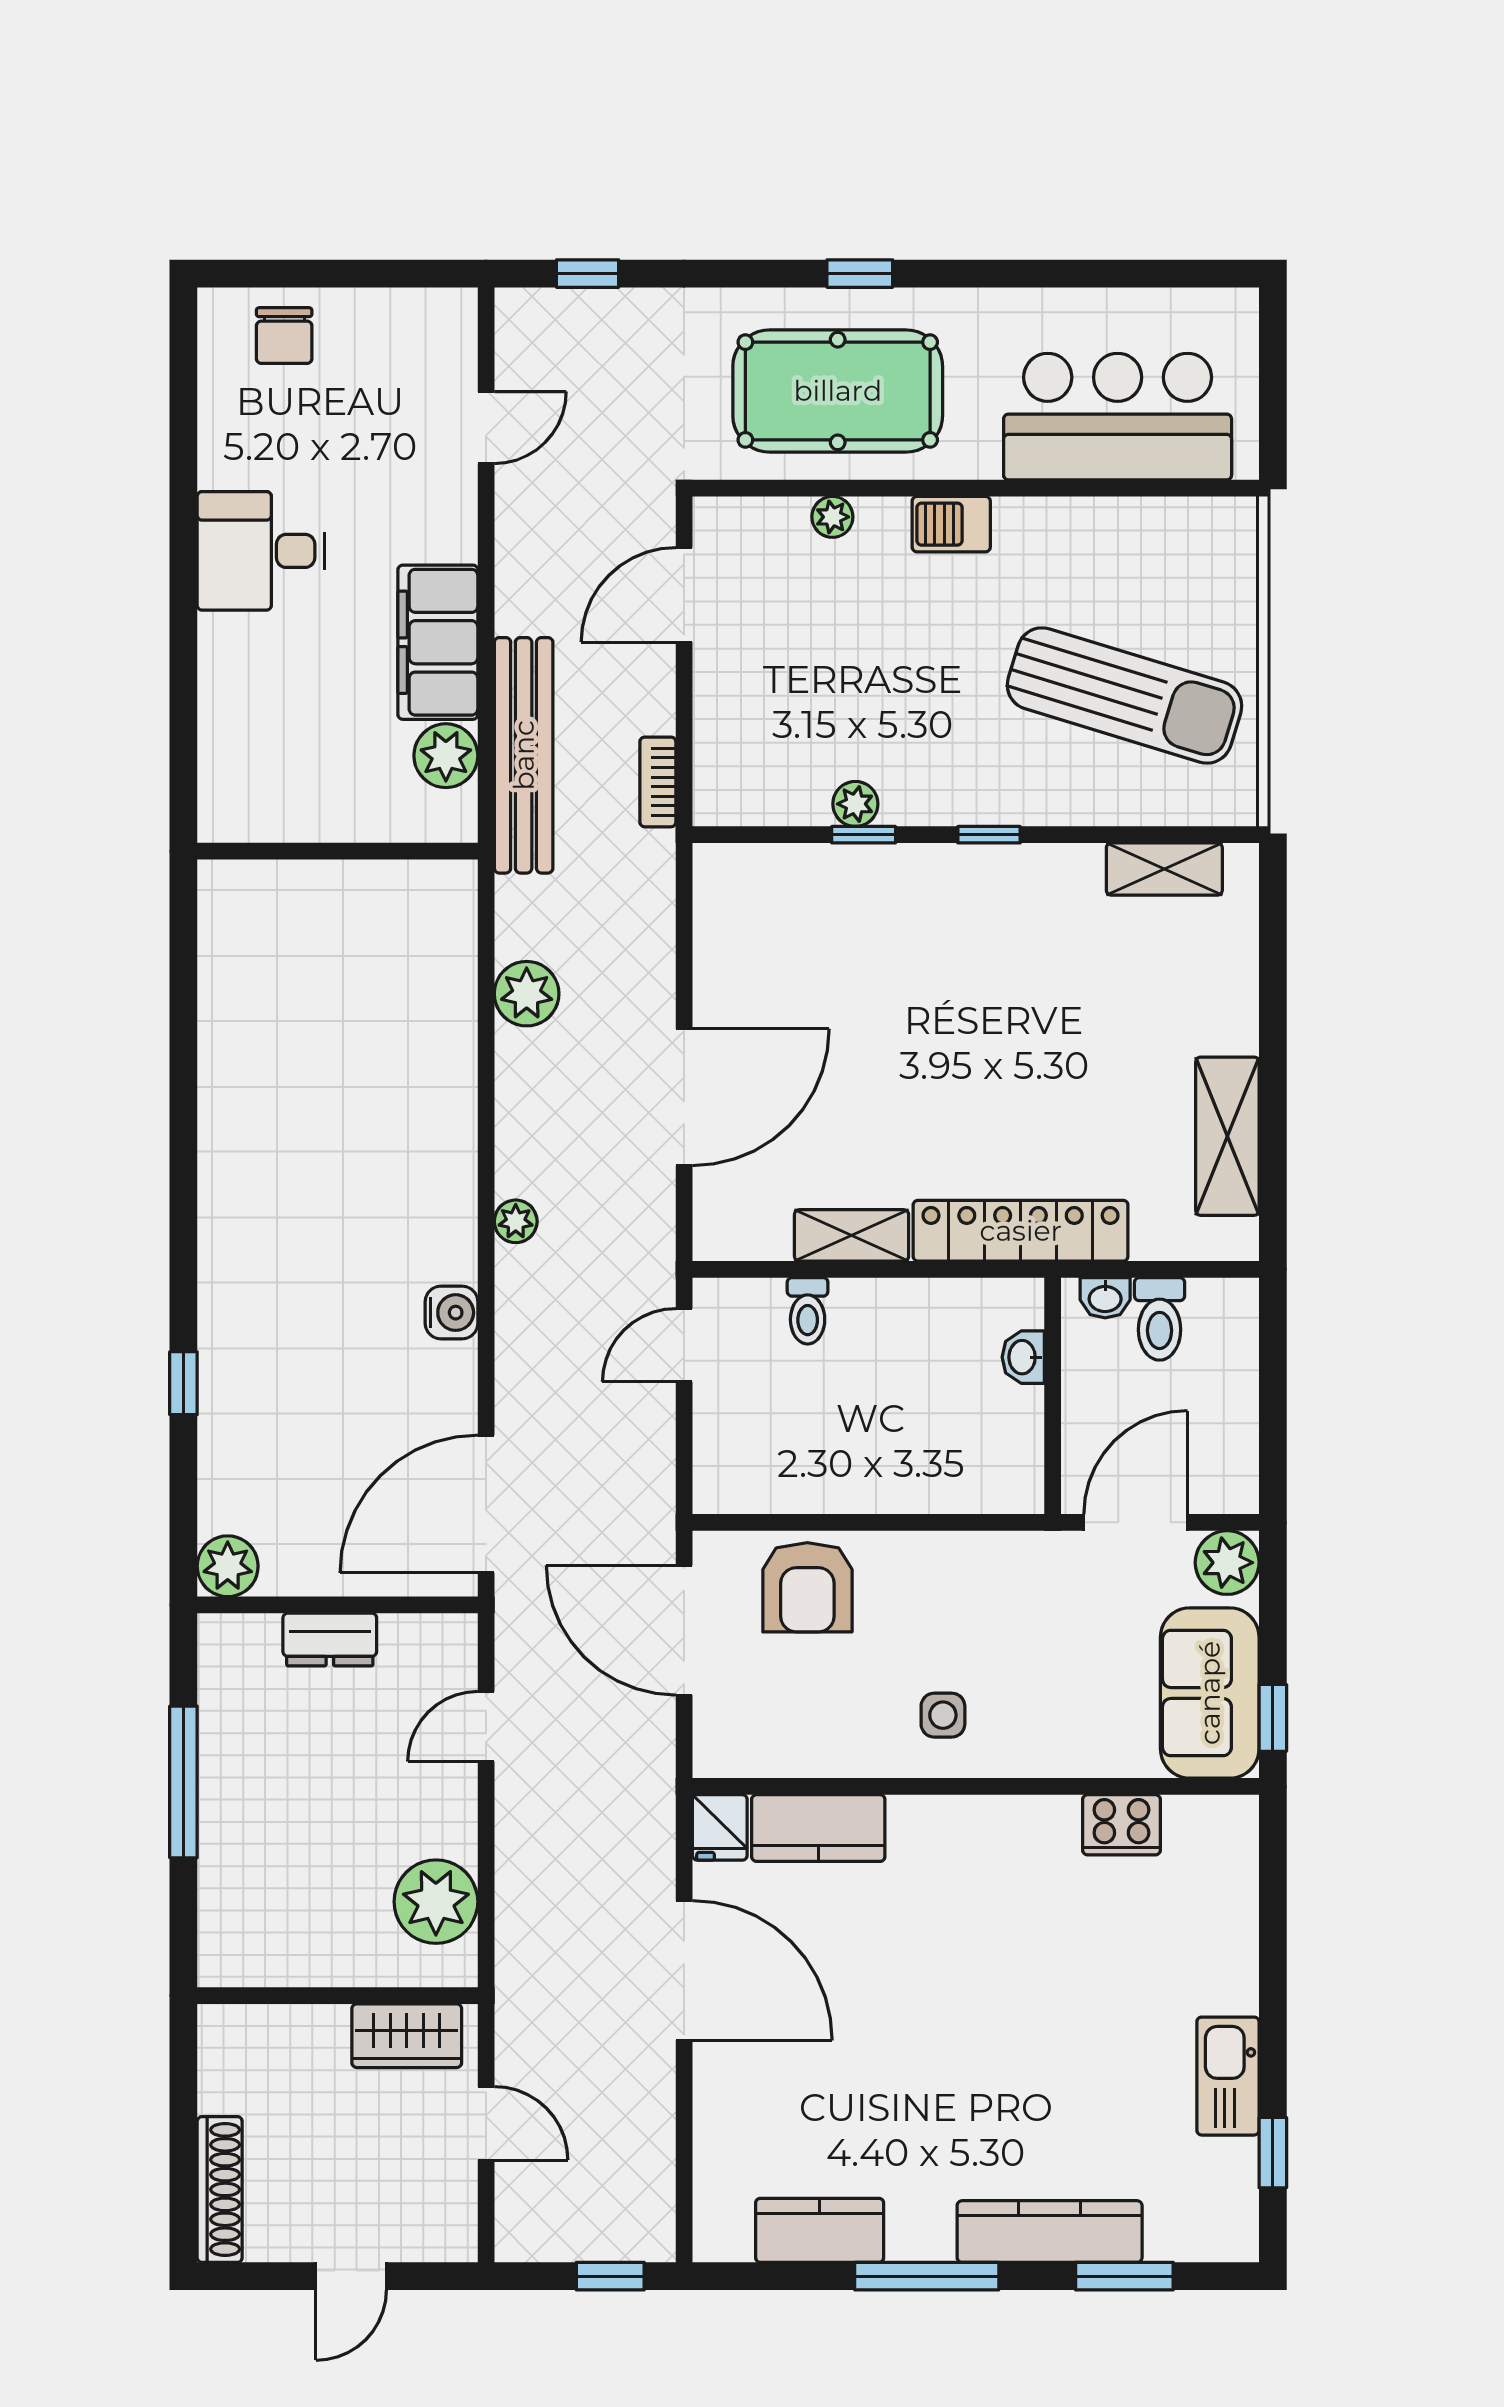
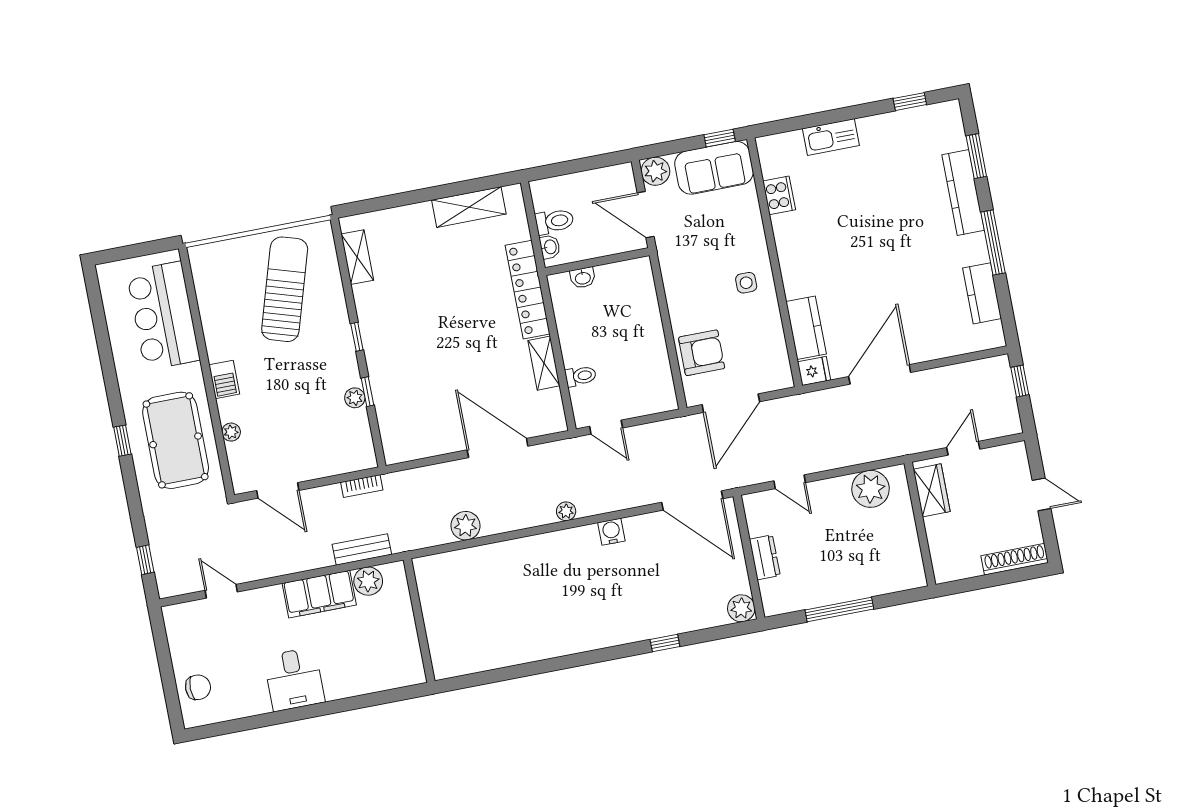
bench: (524, 755) -> (362, 549), width x0.54, depth x0.82
kitchen sink: (1228, 2076) -> (831, 137), moved

